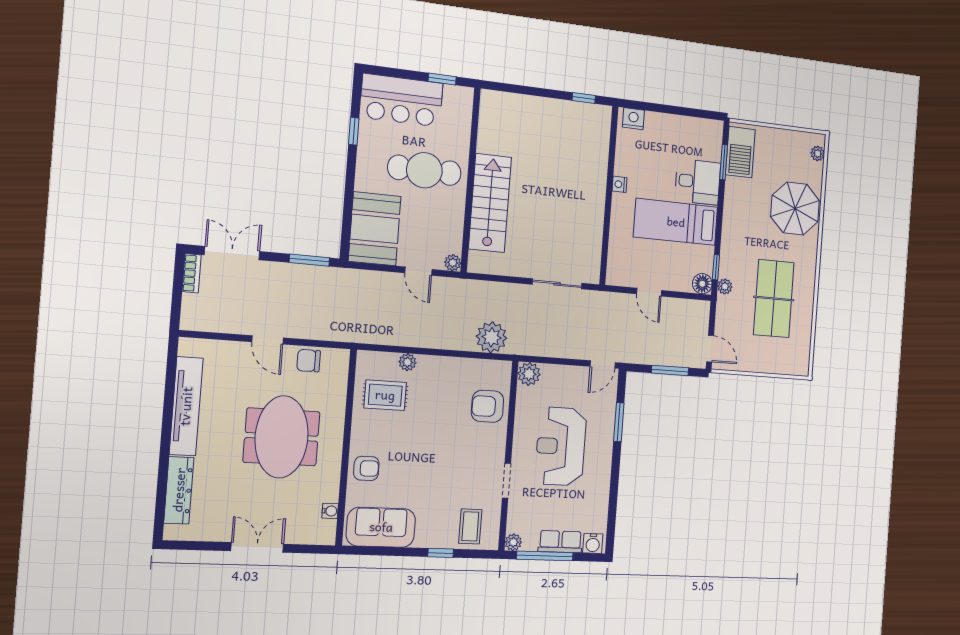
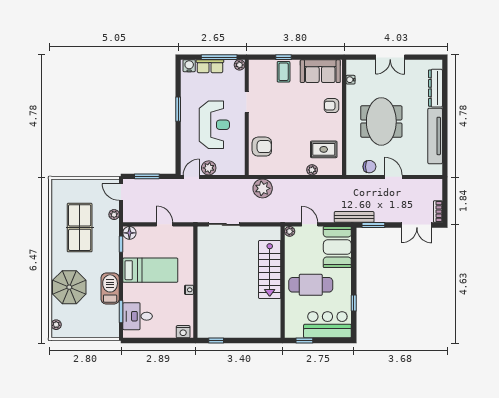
barbecue: (740, 152) -> (110, 288), moved
desk: (698, 182) -> (138, 316), moved
bench: (342, 277) -> (354, 217), added
plant: (725, 287) -> (114, 215), moved
plant: (529, 374) -> (209, 168), moved
window: (619, 422) -> (178, 109), moved
coffee table: (470, 526) -> (284, 72), moved

